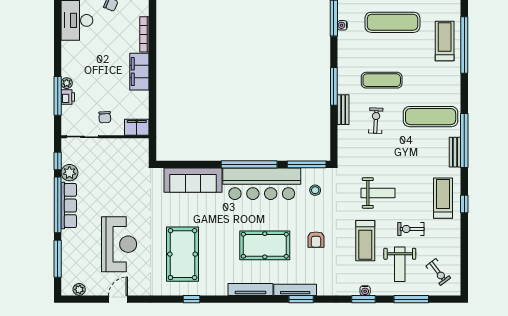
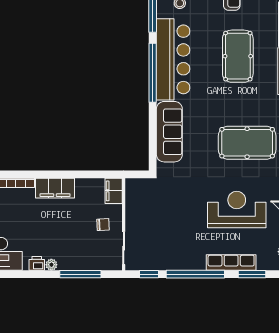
plant: (67, 83) -> (51, 265), moved
printer: (68, 97) -> (37, 263), moved
plant: (69, 173) -> (161, 262), removed
row of seats: (69, 206) -> (231, 263), moved
window: (58, 259) -> (252, 274), width x0.69

